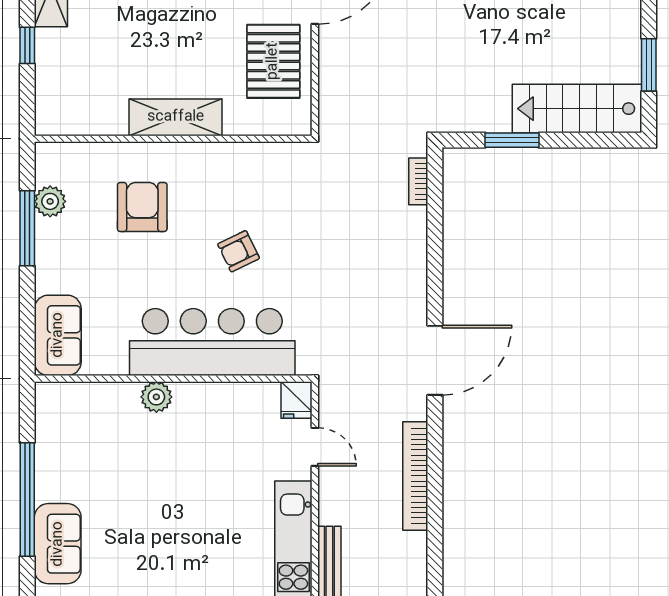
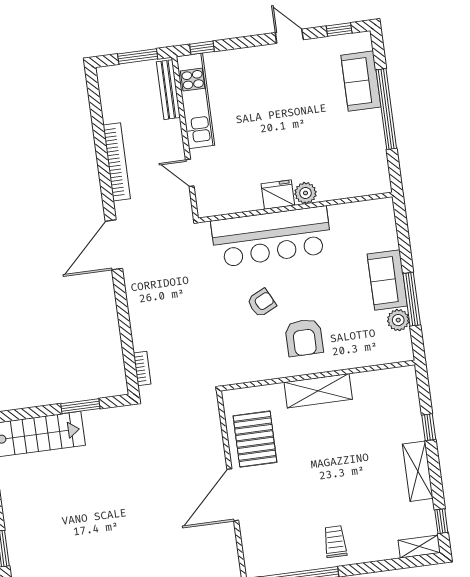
armchair: (142, 207) -> (304, 338), moved
sofa: (58, 335) -> (387, 280), moved
fridge: (297, 400) -> (278, 195), moved, width x1.38

